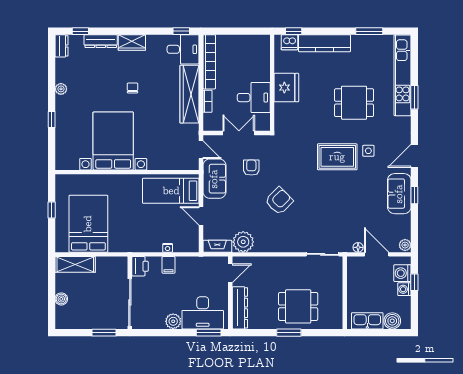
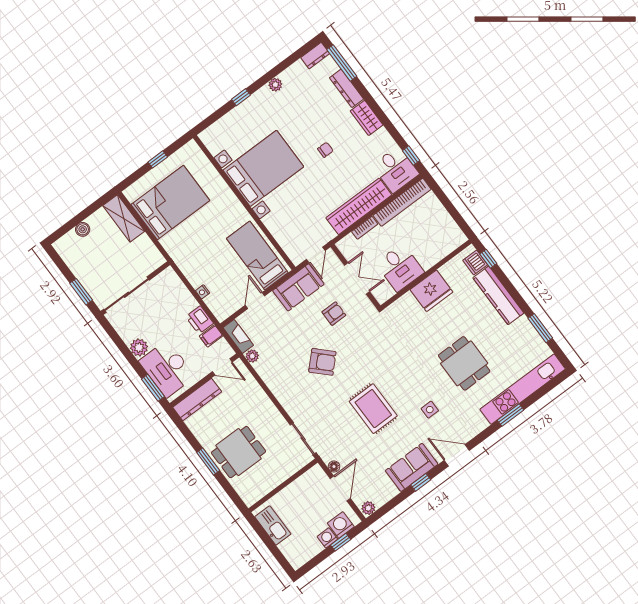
window: (80, 31) -> (342, 63), width x2.17
rug: (337, 157) -> (373, 409), moved
plant: (243, 242) -> (252, 356), width x0.53, depth x0.53
filing cabinet: (168, 265) -> (211, 336), moved
printer: (140, 266) -> (200, 320), moved, turned 90
dining table: (298, 306) -> (239, 452), turned 90
boiler: (392, 321) -> (290, 548), removed

